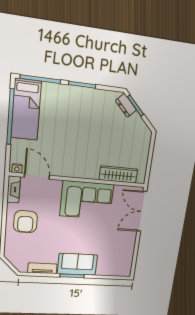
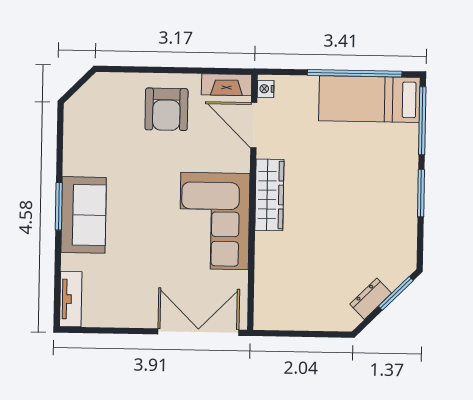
dresser: (126, 105) -> (371, 299), moved
wardrobe: (118, 174) -> (269, 195), moved
door: (37, 176) -> (254, 125), swing flipped
armchair: (25, 222) -> (166, 109), turned -90
tv unit: (42, 268) -> (71, 299), moved

